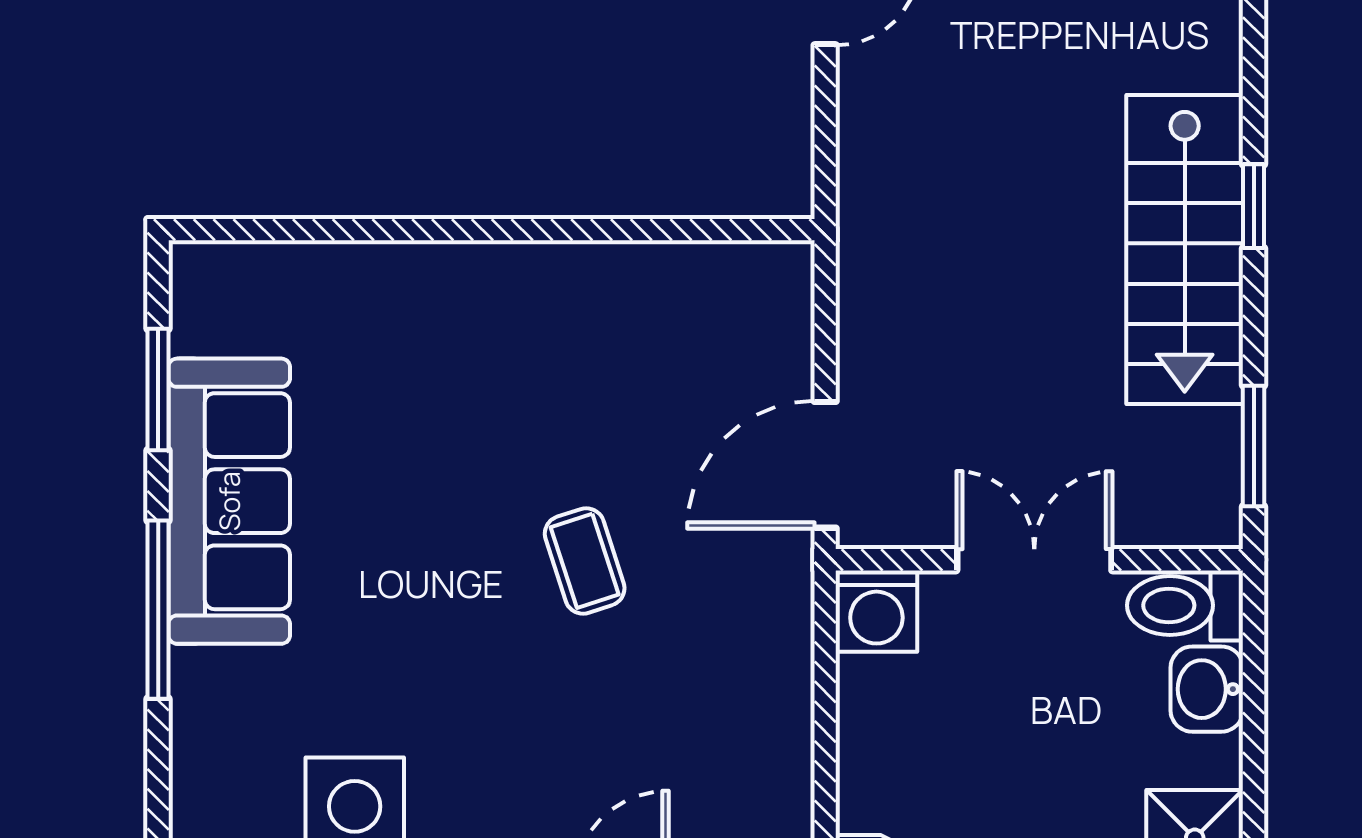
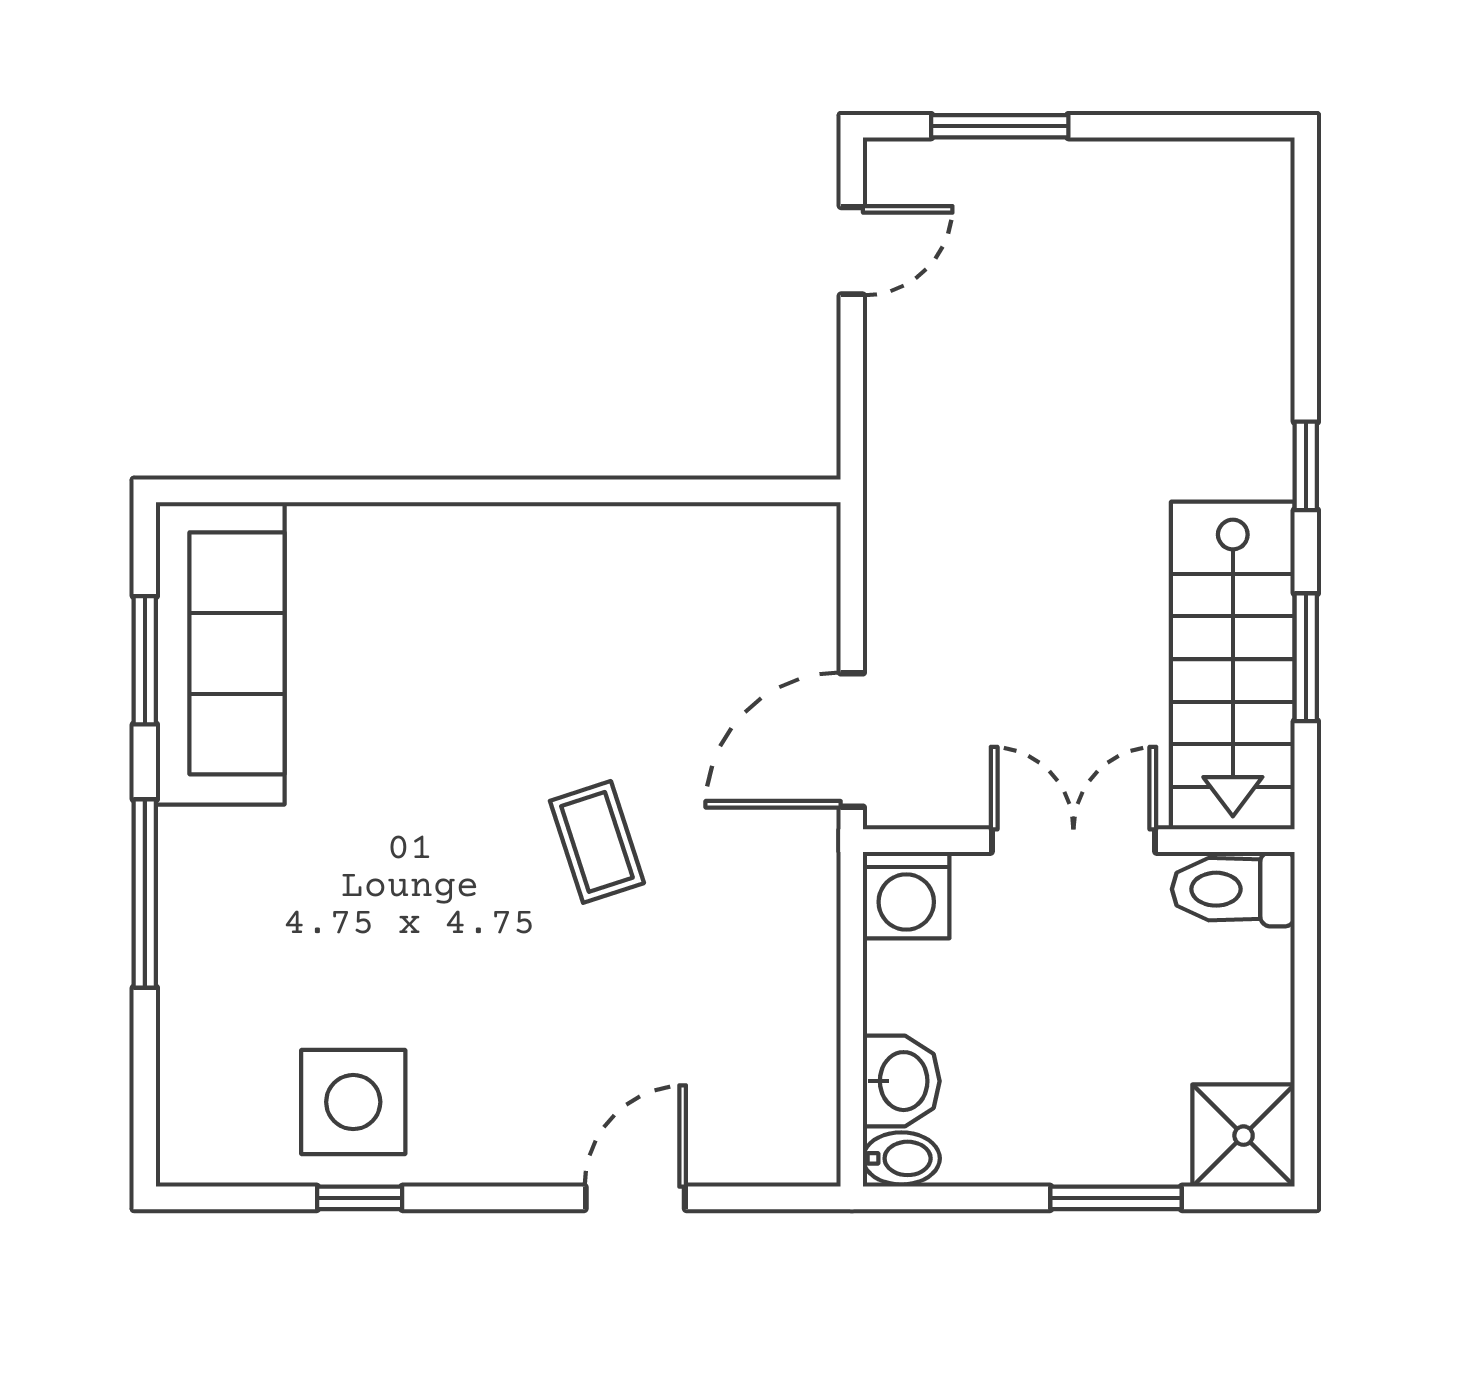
stairs: (1185, 249) -> (1233, 666), moved
window: (1254, 446) -> (1306, 657), moved
sofa: (229, 501) -> (220, 653), moved
washbasin: (1207, 689) -> (901, 1081), moved, turned 180

